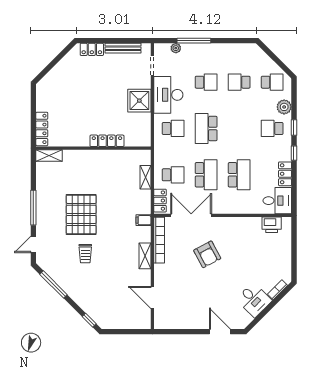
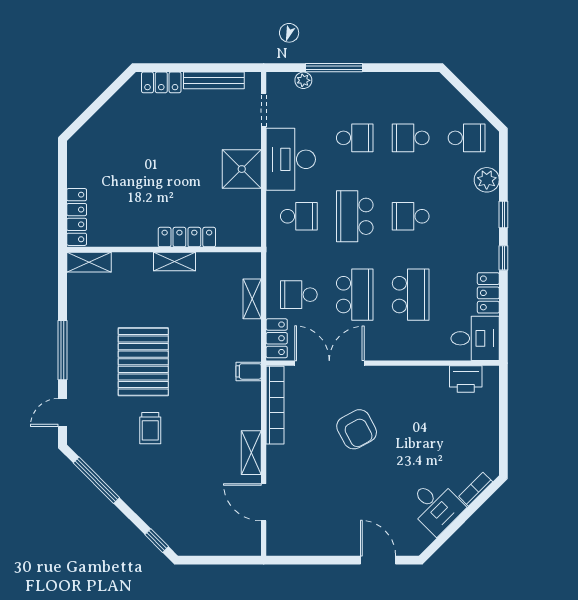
school desk: (272, 128) -> (411, 216), moved
shelving: (100, 155) -> (174, 261), added
school desk: (173, 175) -> (299, 295), turned 180
shelving: (145, 256) -> (251, 453), moved

